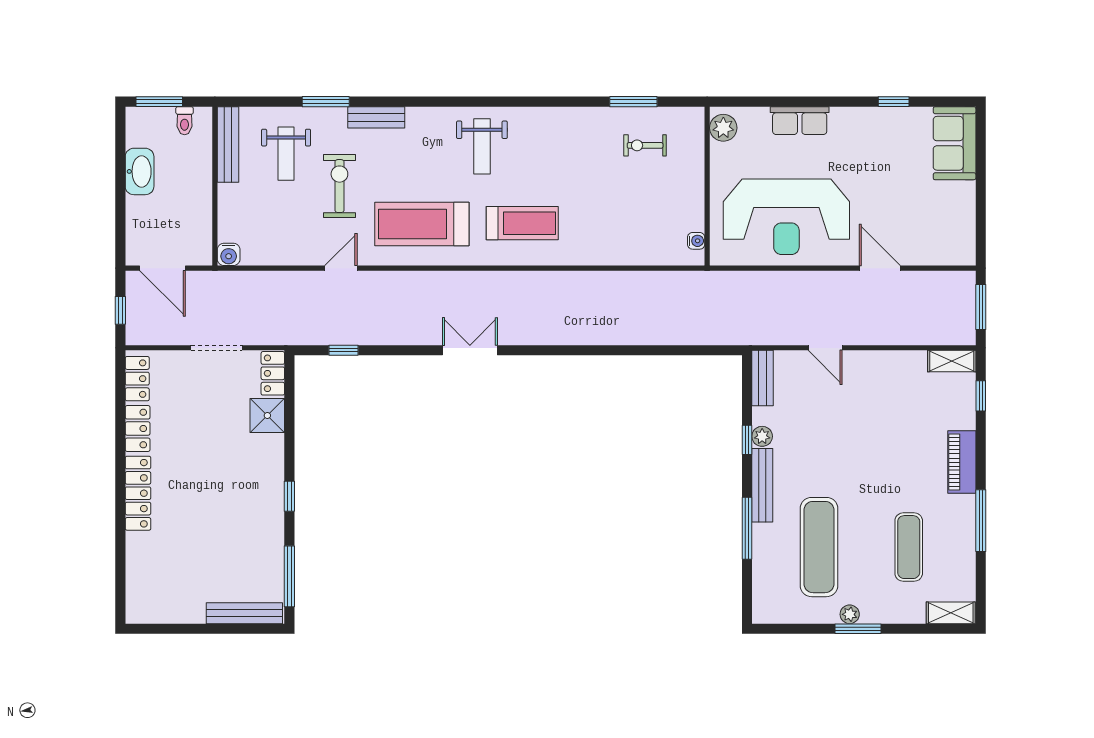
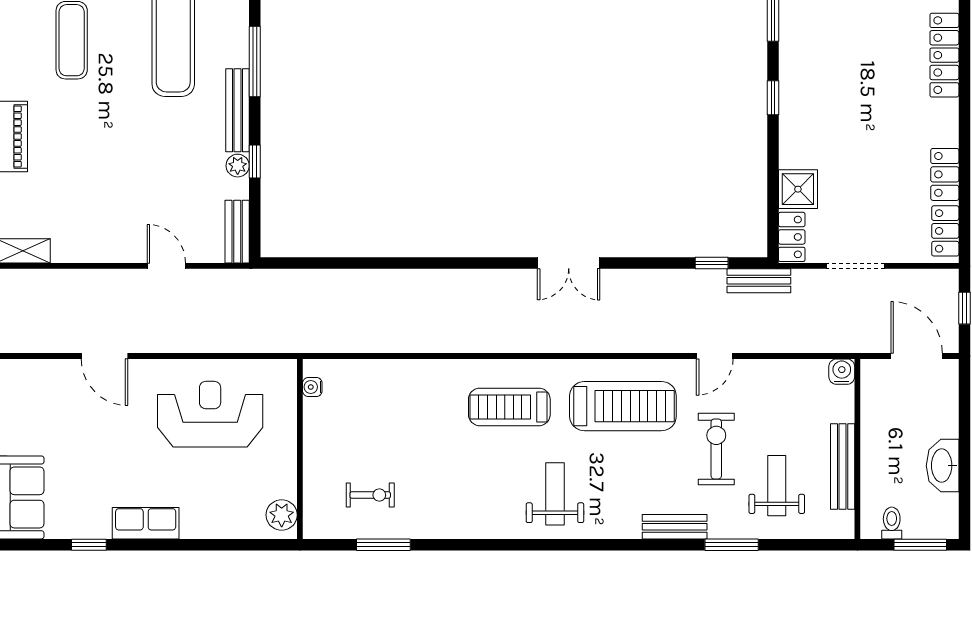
row of seats: (800, 121) -> (146, 523), moved
bench: (228, 144) -> (843, 467), moved
exercise bike: (339, 186) -> (716, 449), turned 180
reception desk: (786, 217) -> (210, 414), width x0.74, depth x0.77
bench: (302, 335) -> (759, 281), added
locker: (138, 493) -> (944, 55), moved

